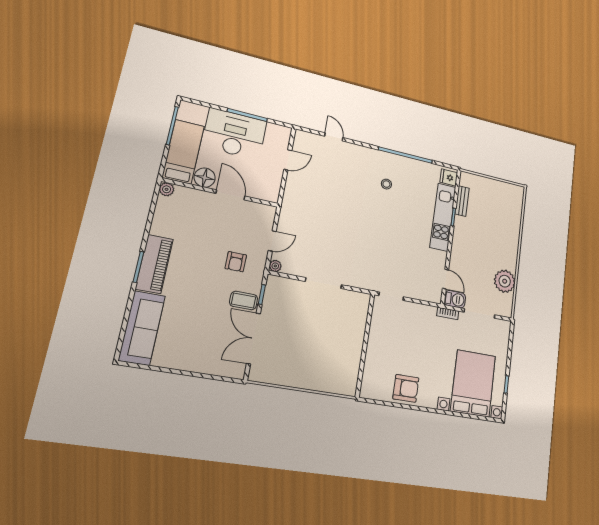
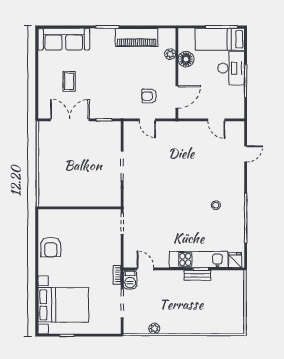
desk: (234, 134) -> (231, 68), width x0.73, depth x0.77
bed: (183, 152) -> (220, 39), moved, turned 180
plant: (167, 189) -> (170, 54), moved
door: (230, 195) -> (177, 97), moved
bench: (462, 201) -> (197, 275), moved
armchair: (236, 262) -> (149, 96), moved
piano: (154, 264) -> (137, 37), moved
plant: (275, 266) -> (128, 126), removed
door: (445, 279) -> (145, 269), swing flipped
plant: (505, 281) -> (154, 329), width x0.53, depth x0.53
coffee table: (244, 300) -> (69, 81), moved

